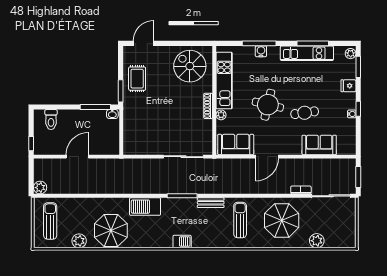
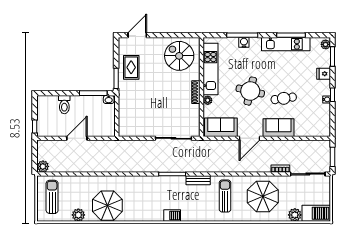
toilet: (51, 120) -> (64, 105), moved
sofa: (319, 145) -> (278, 128), moved
barbecue: (145, 207) -> (316, 213), moved, turned 180

